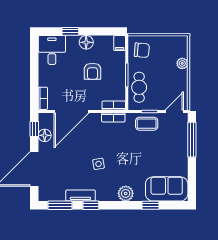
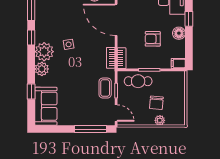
chair: (142, 50) -> (156, 103), moved
plant: (107, 191) -> (44, 52), added
tv unit: (80, 196) -> (40, 28), removed

